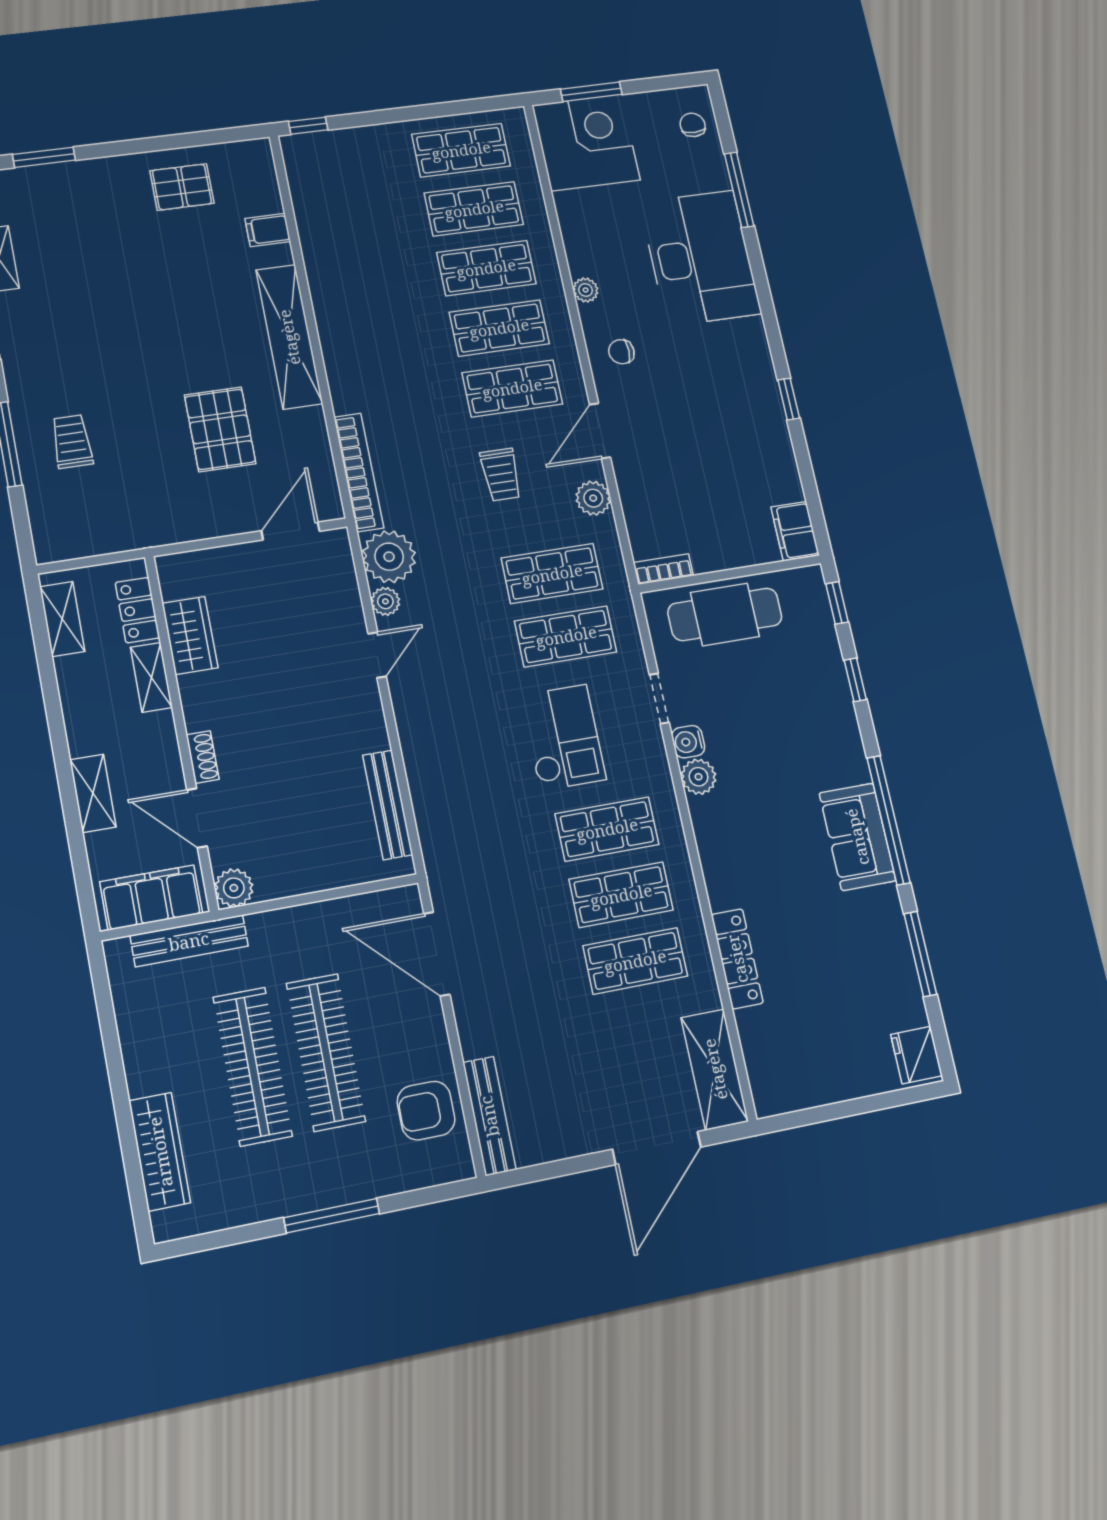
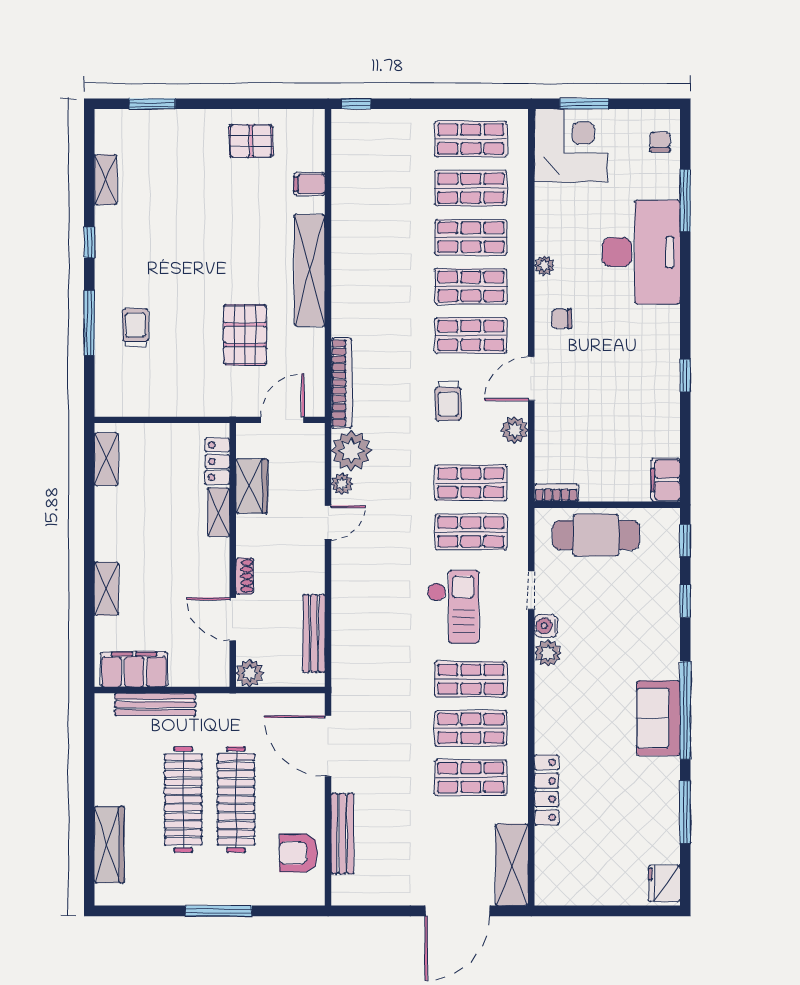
locker: (137, 610) -> (217, 461), moved
wardrobe: (190, 635) -> (252, 486), moved
shelving: (151, 677) -> (219, 512), moved
wall: (181, 731) -> (233, 555), moved
shoe rack: (203, 757) -> (245, 576), moved
door: (197, 818) -> (233, 619), moved
plant: (234, 888) -> (250, 673), moved
bench: (489, 1116) -> (342, 834), moved

